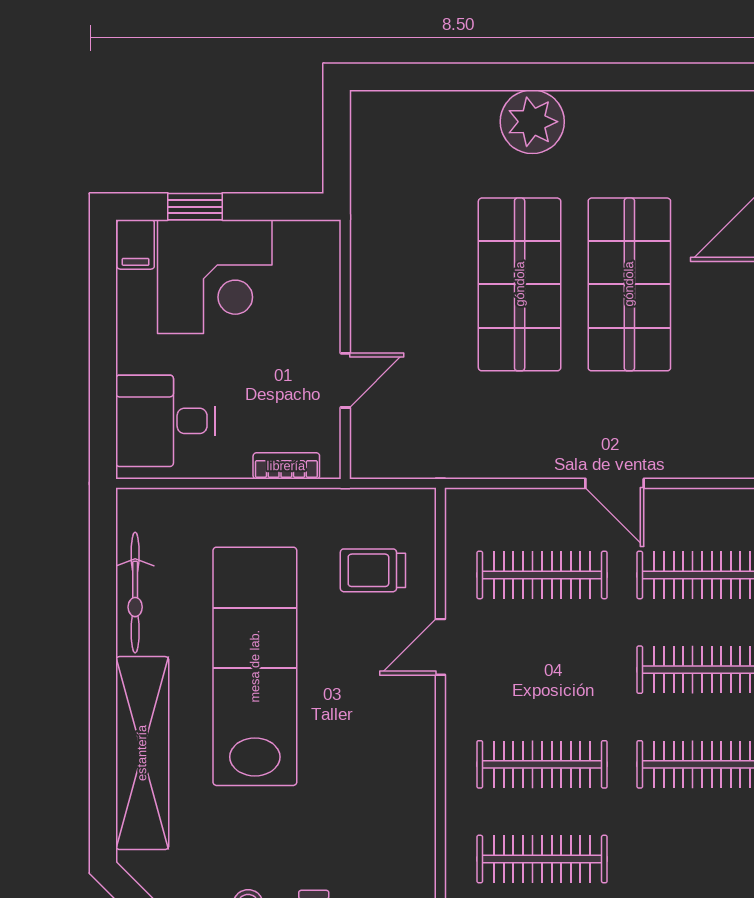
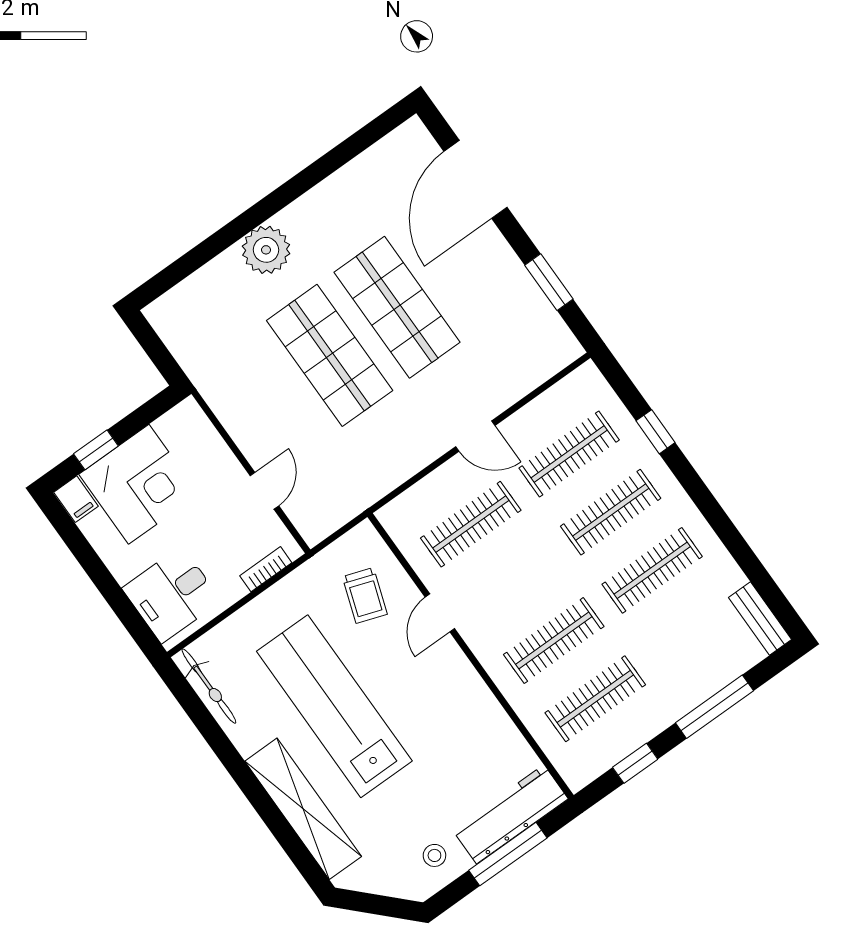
trolley: (373, 570) -> (365, 595), turned -71
bicycle: (135, 593) -> (209, 686), moved

